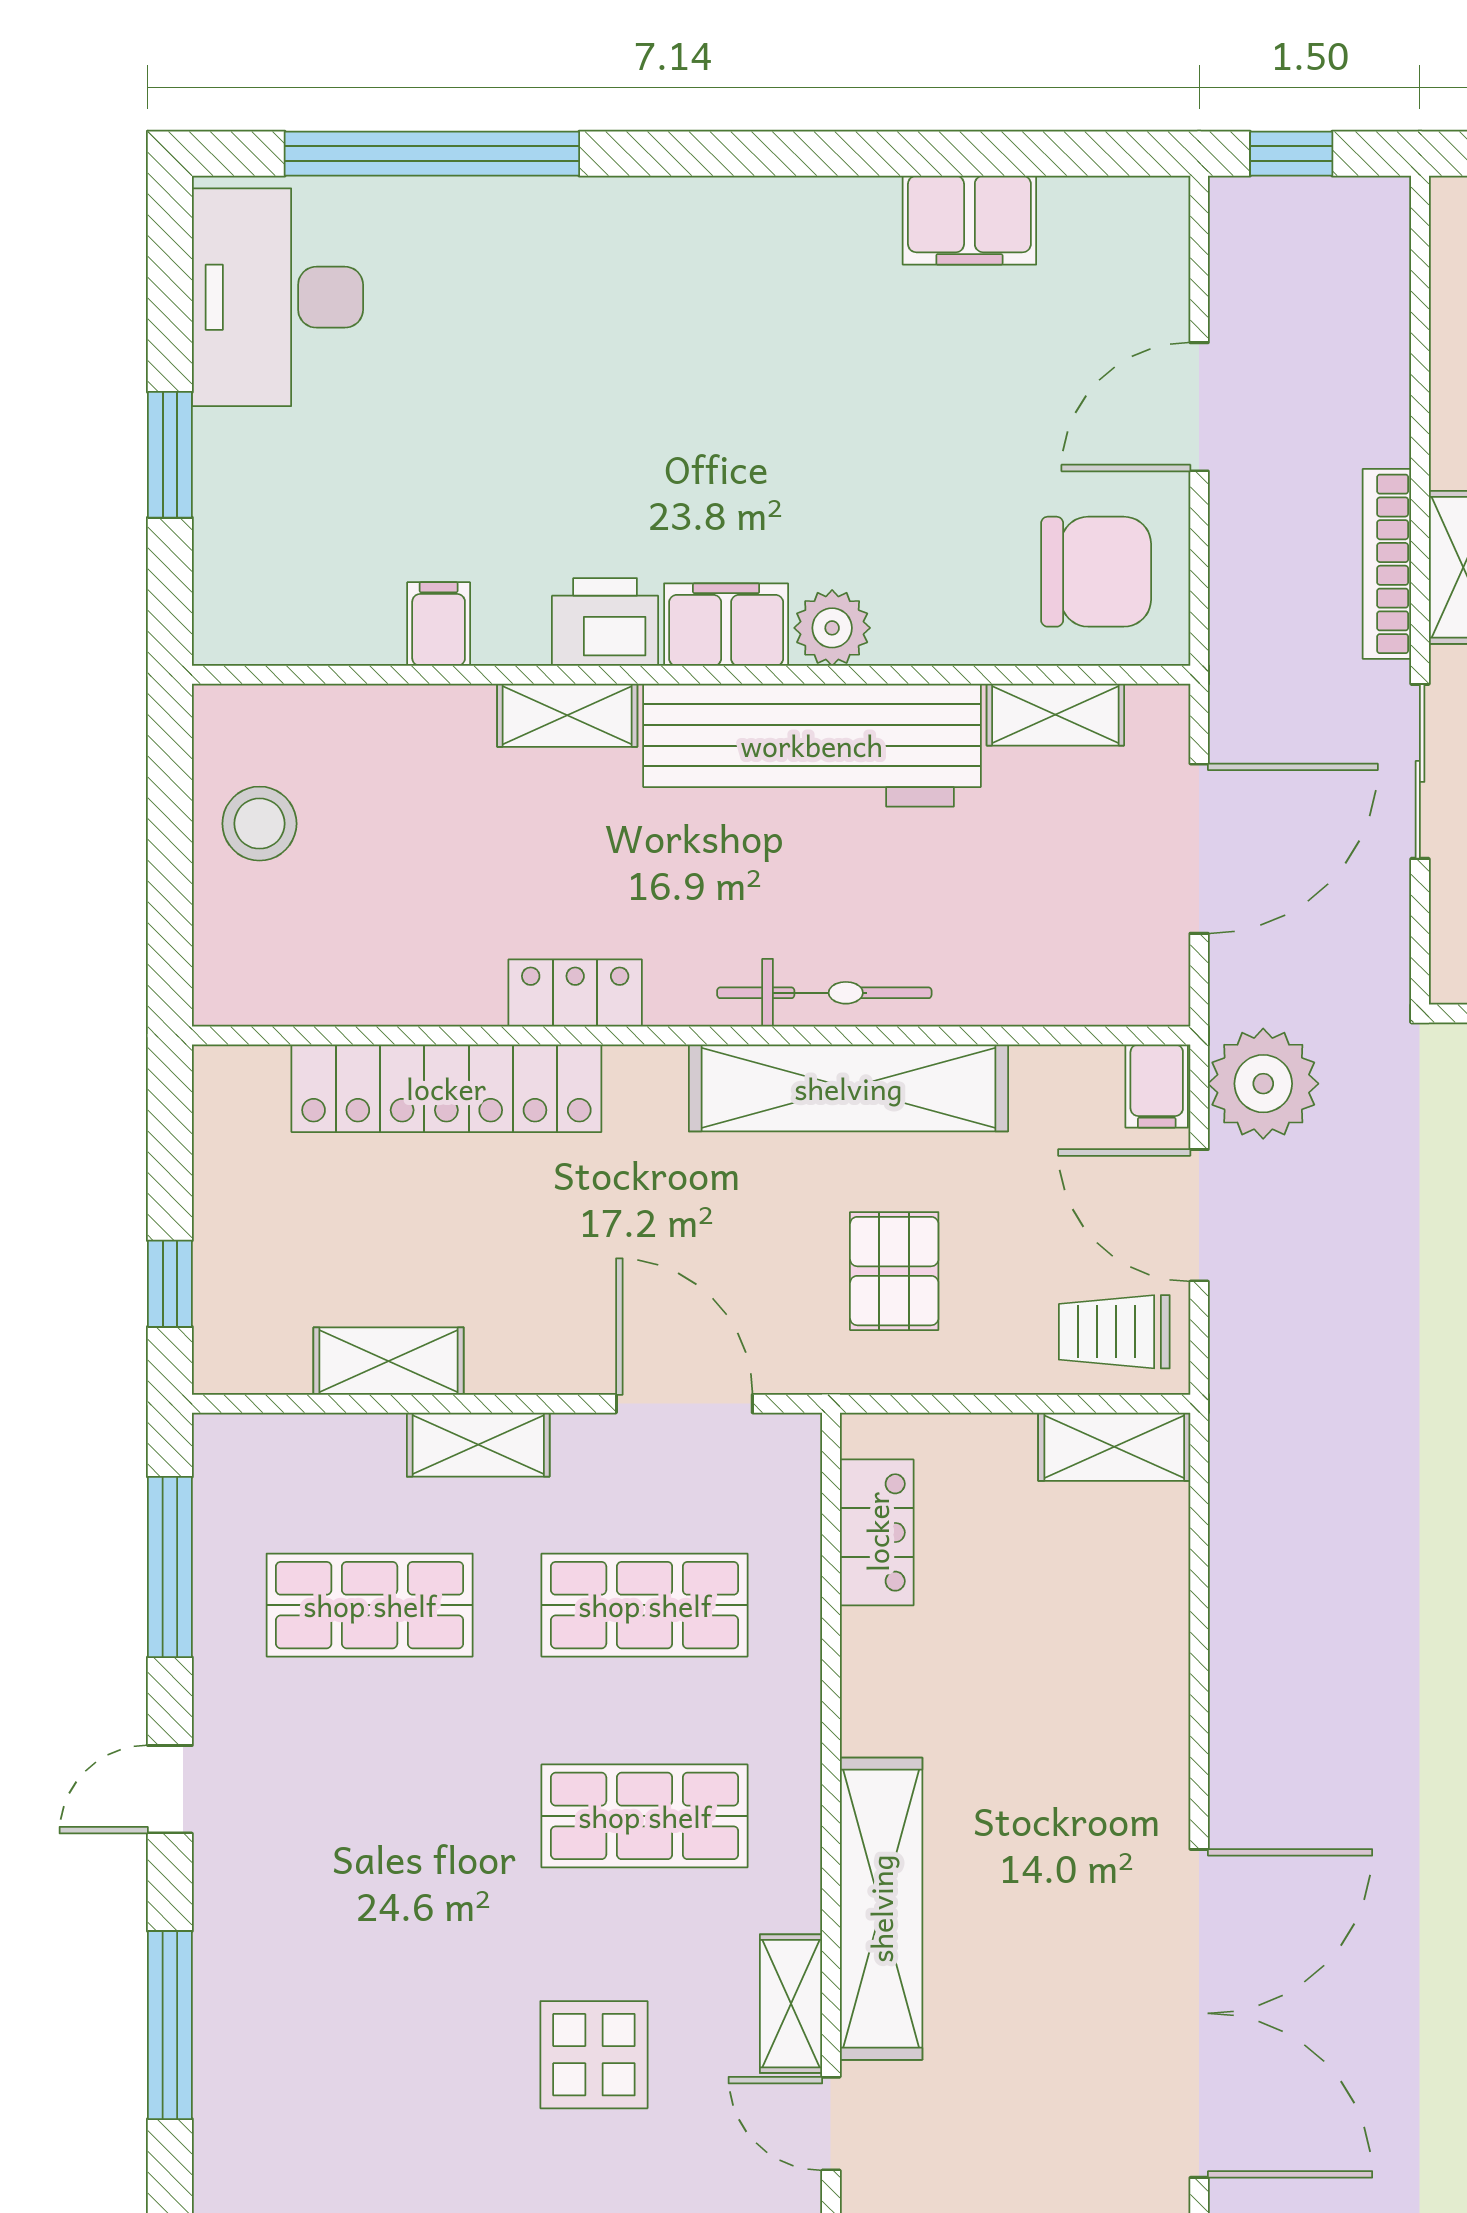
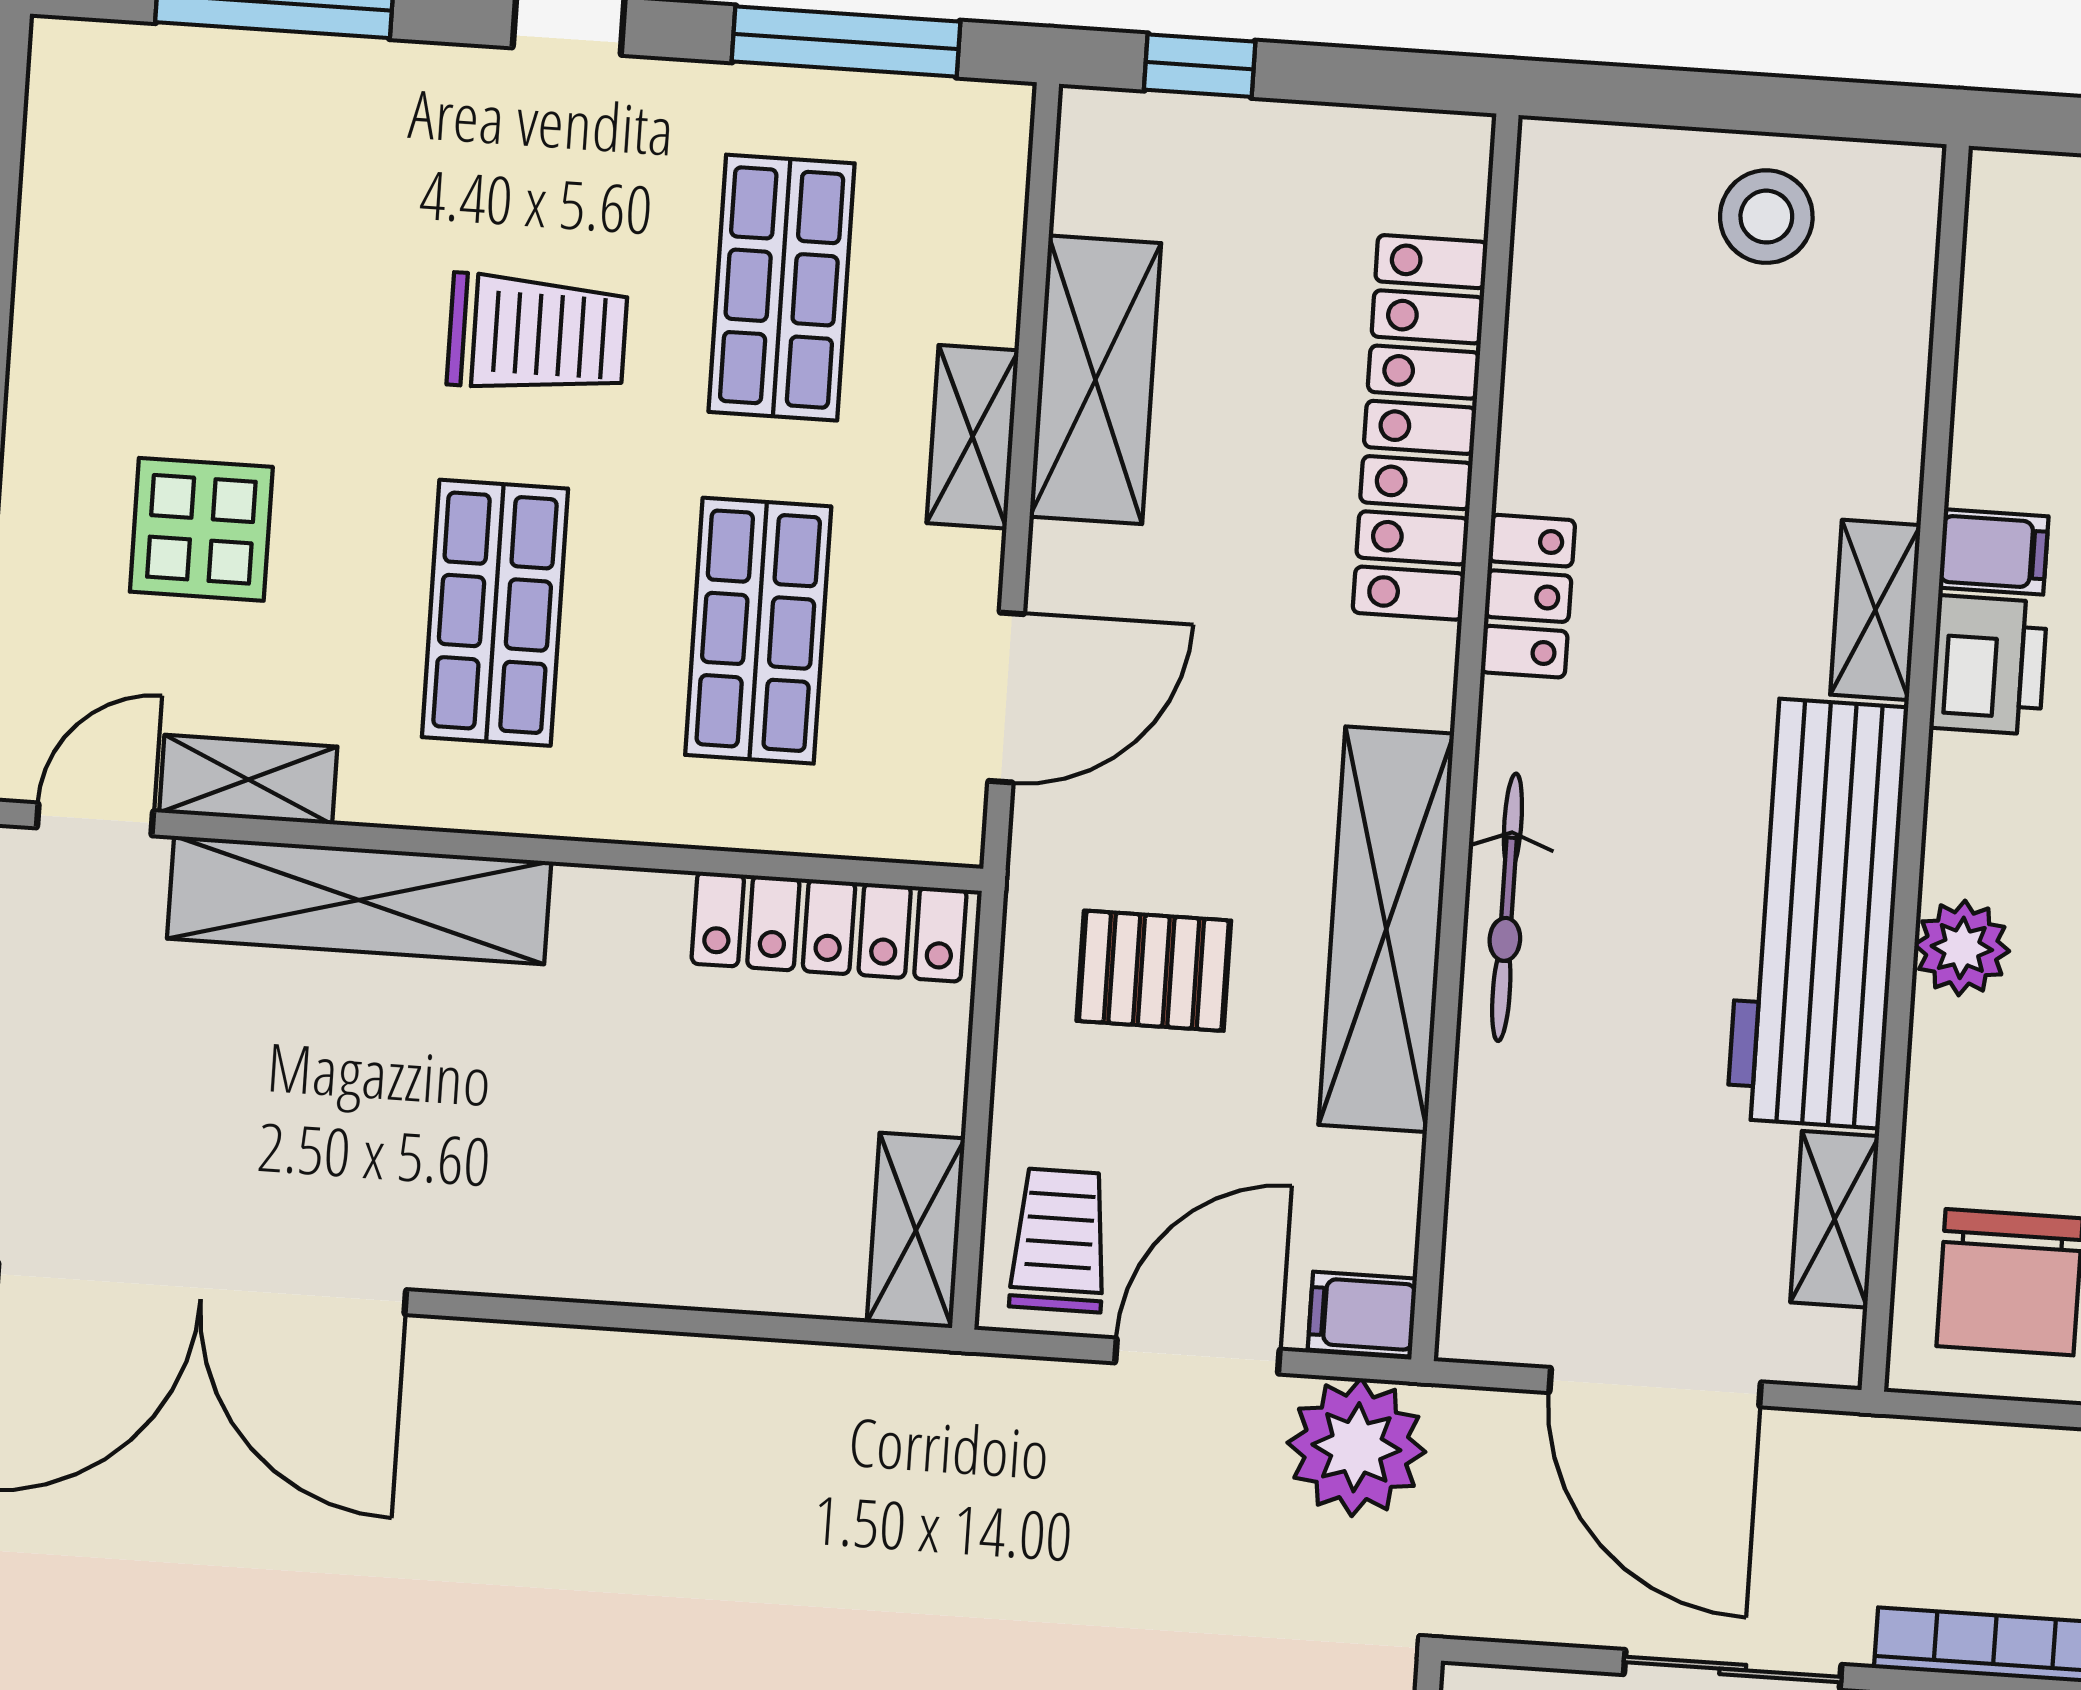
filing cabinet: (439, 624) -> (1994, 552), moved
filing cabinet: (726, 625) -> (1975, 816), removed
shelving: (389, 1361) -> (1095, 380), width x1.50, depth x1.33
locker: (877, 1532) -> (829, 927), width x1.53
trolley: (420, 1797) -> (537, 334), added

